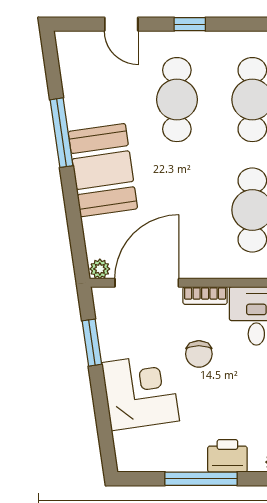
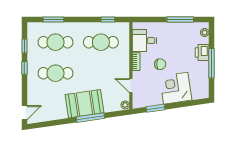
door: (121, 24) -> (24, 113), moved
window: (243, 24) -> (24, 46), added
window: (62, 133) -> (90, 118), moved
door: (147, 283) -> (131, 86), width x0.53

